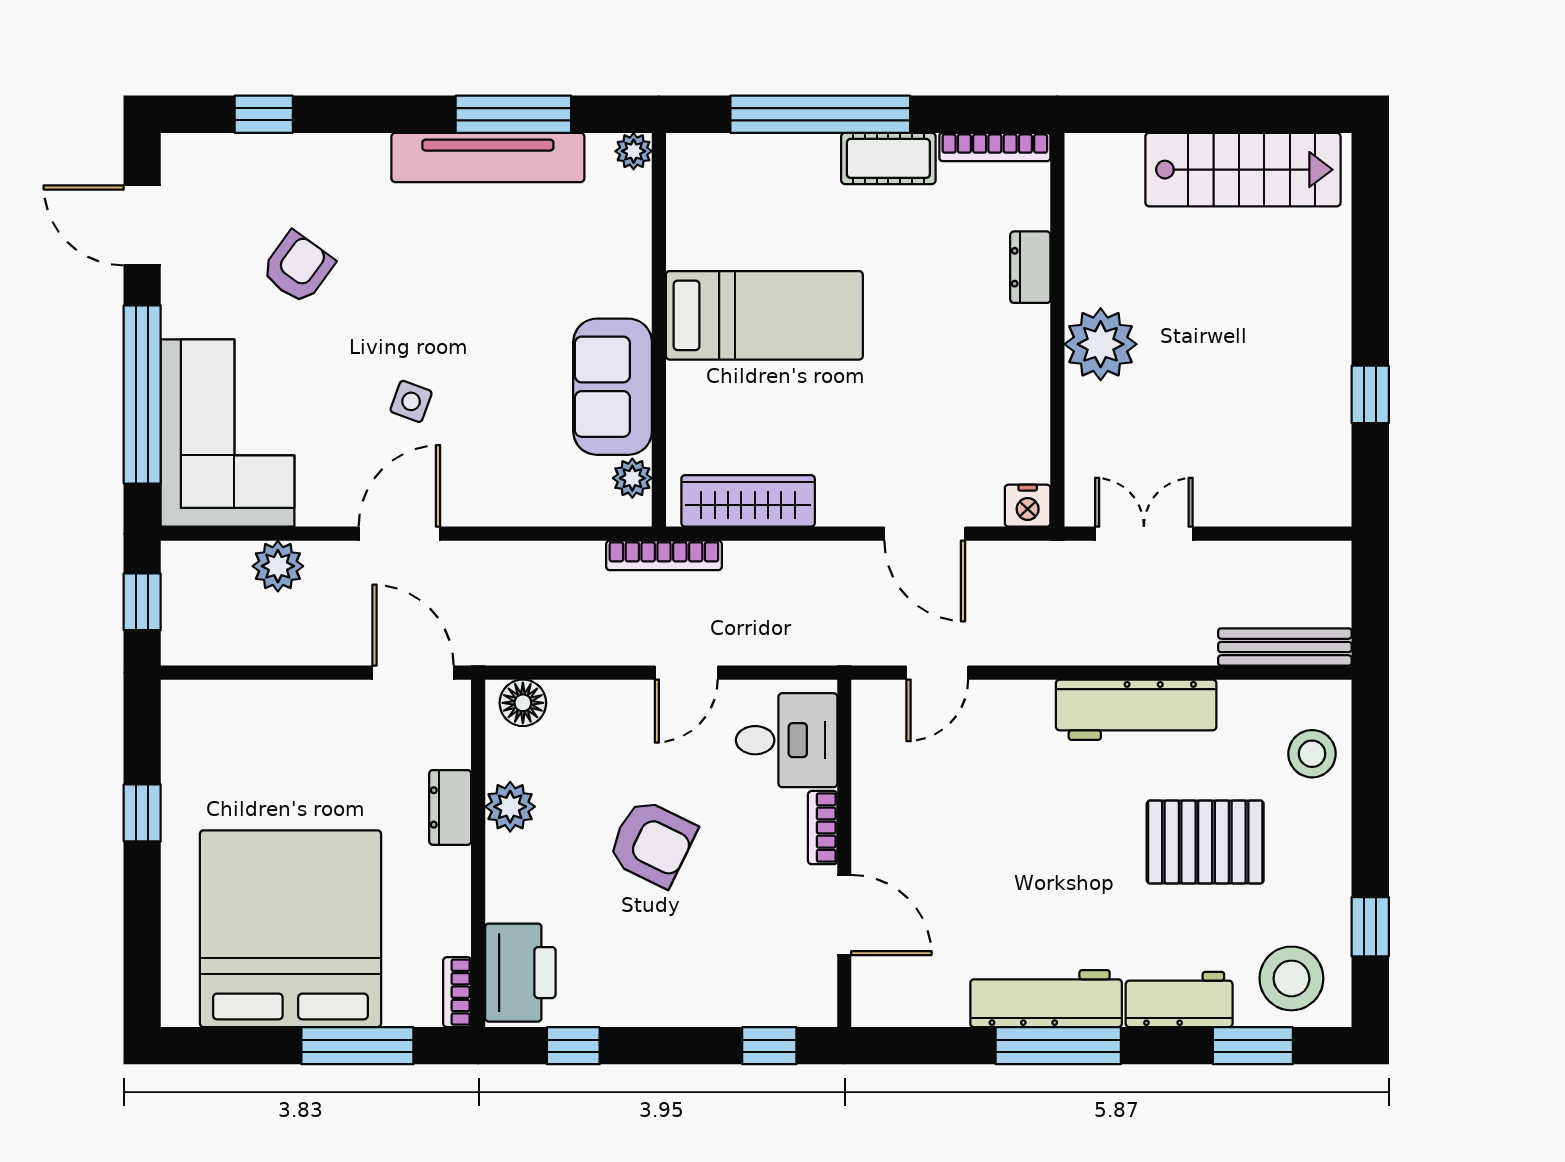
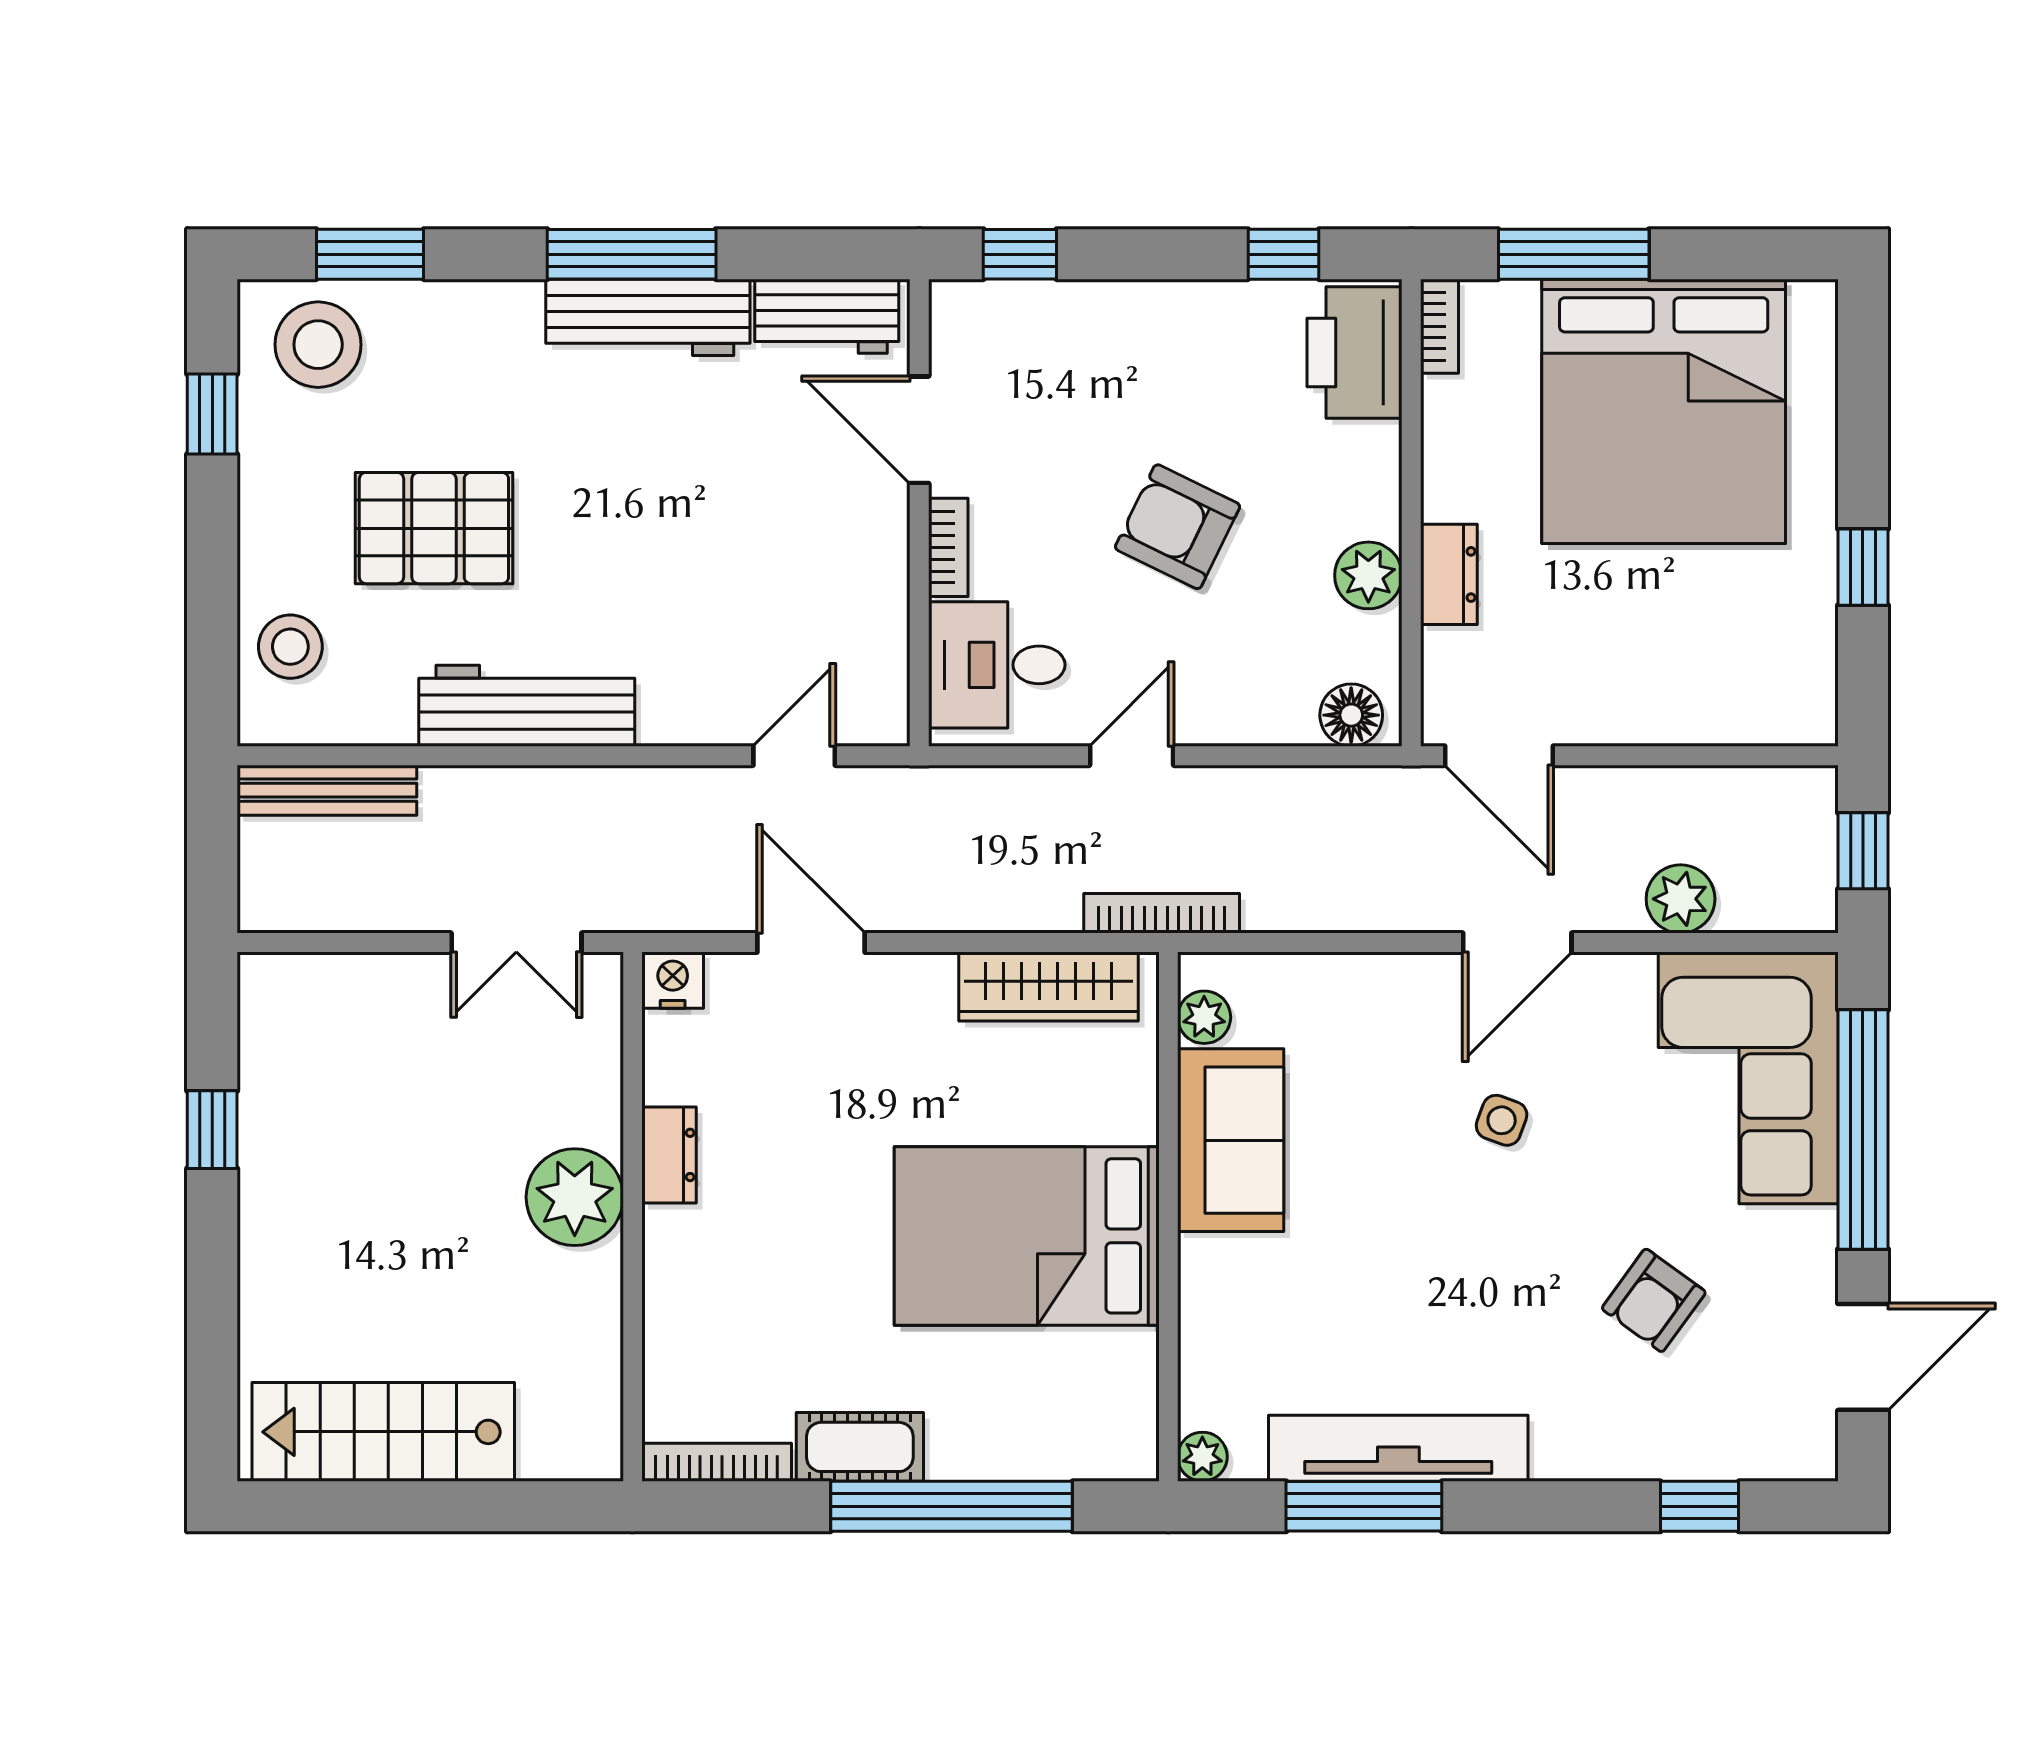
door: (142, 225) -> (1863, 1357), hinge flipped
dresser: (1030, 267) -> (669, 1155), moved
bed: (764, 315) -> (1027, 1236), width x1.50
workbench: (1179, 1000) -> (827, 316), moved

